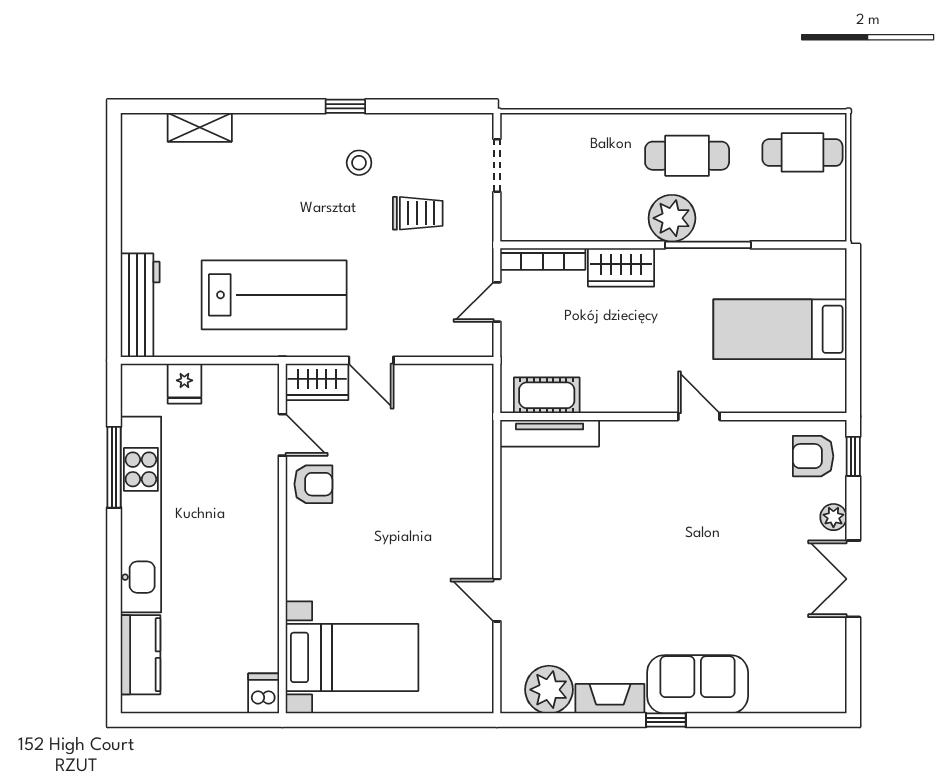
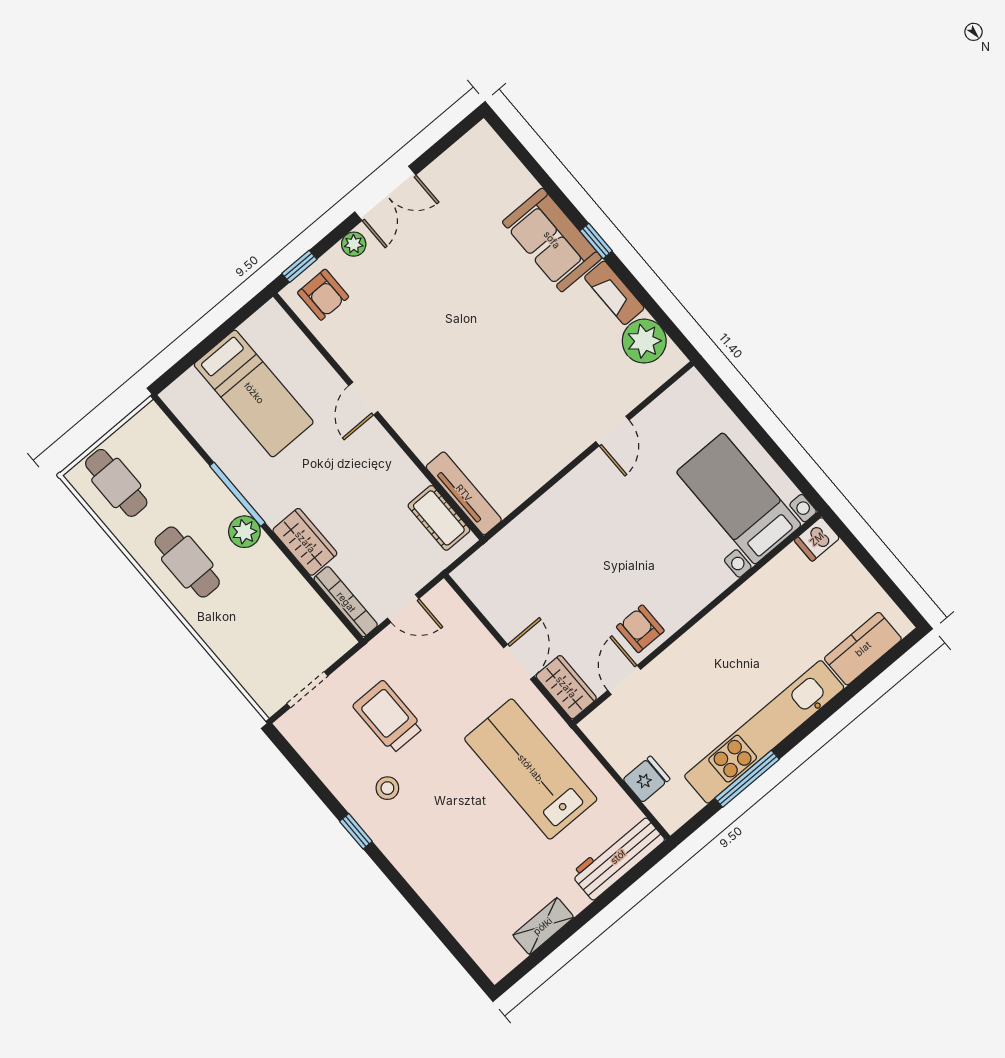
shelving: (200, 127) -> (543, 926), moved, turned 90
trolley: (418, 213) -> (388, 717), width x1.36, depth x1.39
plant: (672, 218) -> (244, 532), width x0.73, depth x0.73

